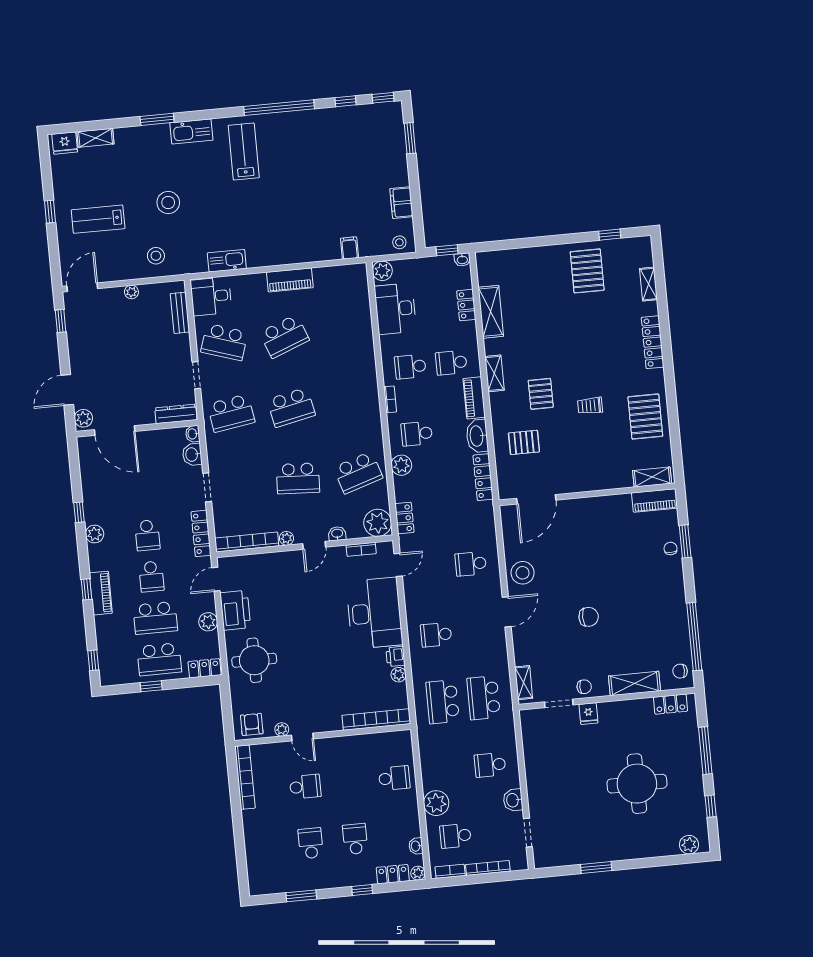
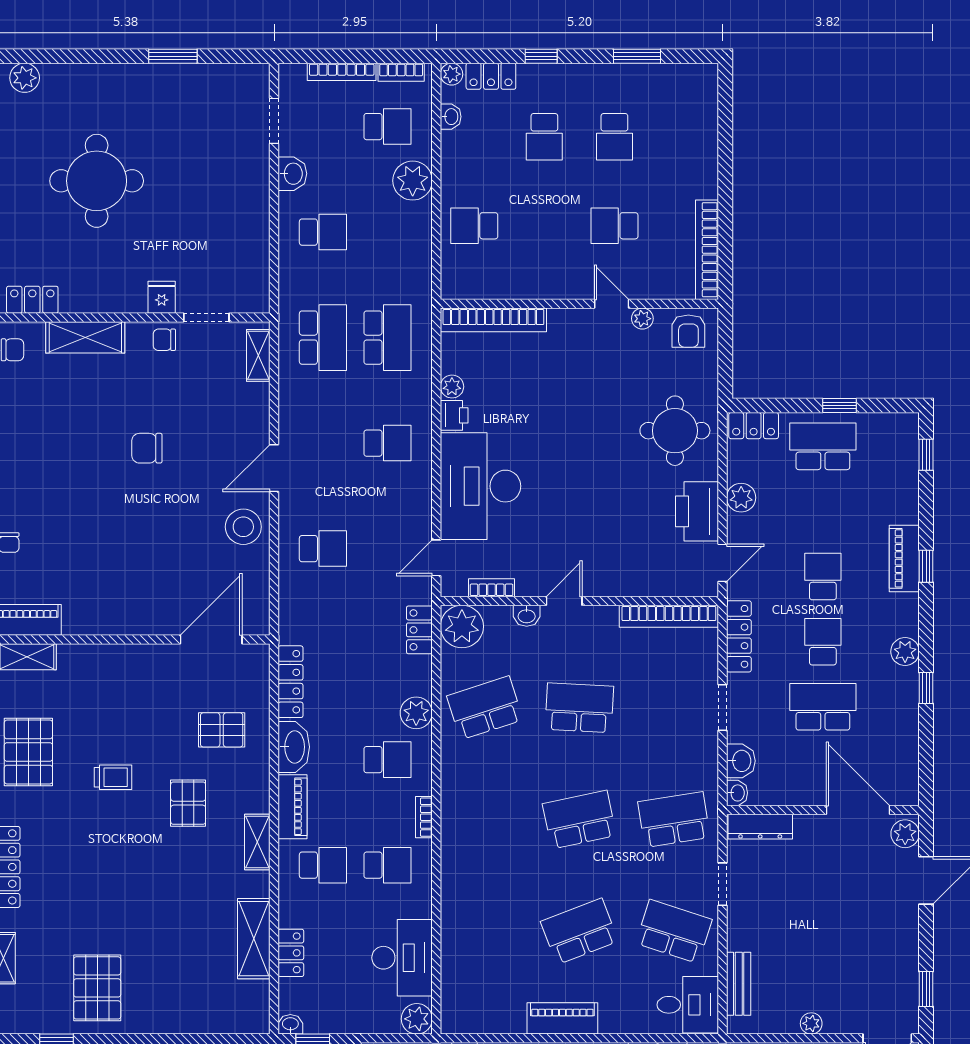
plant: (286, 538) -> (606, 616), removed
school desk: (155, 618) -> (823, 707), moved

